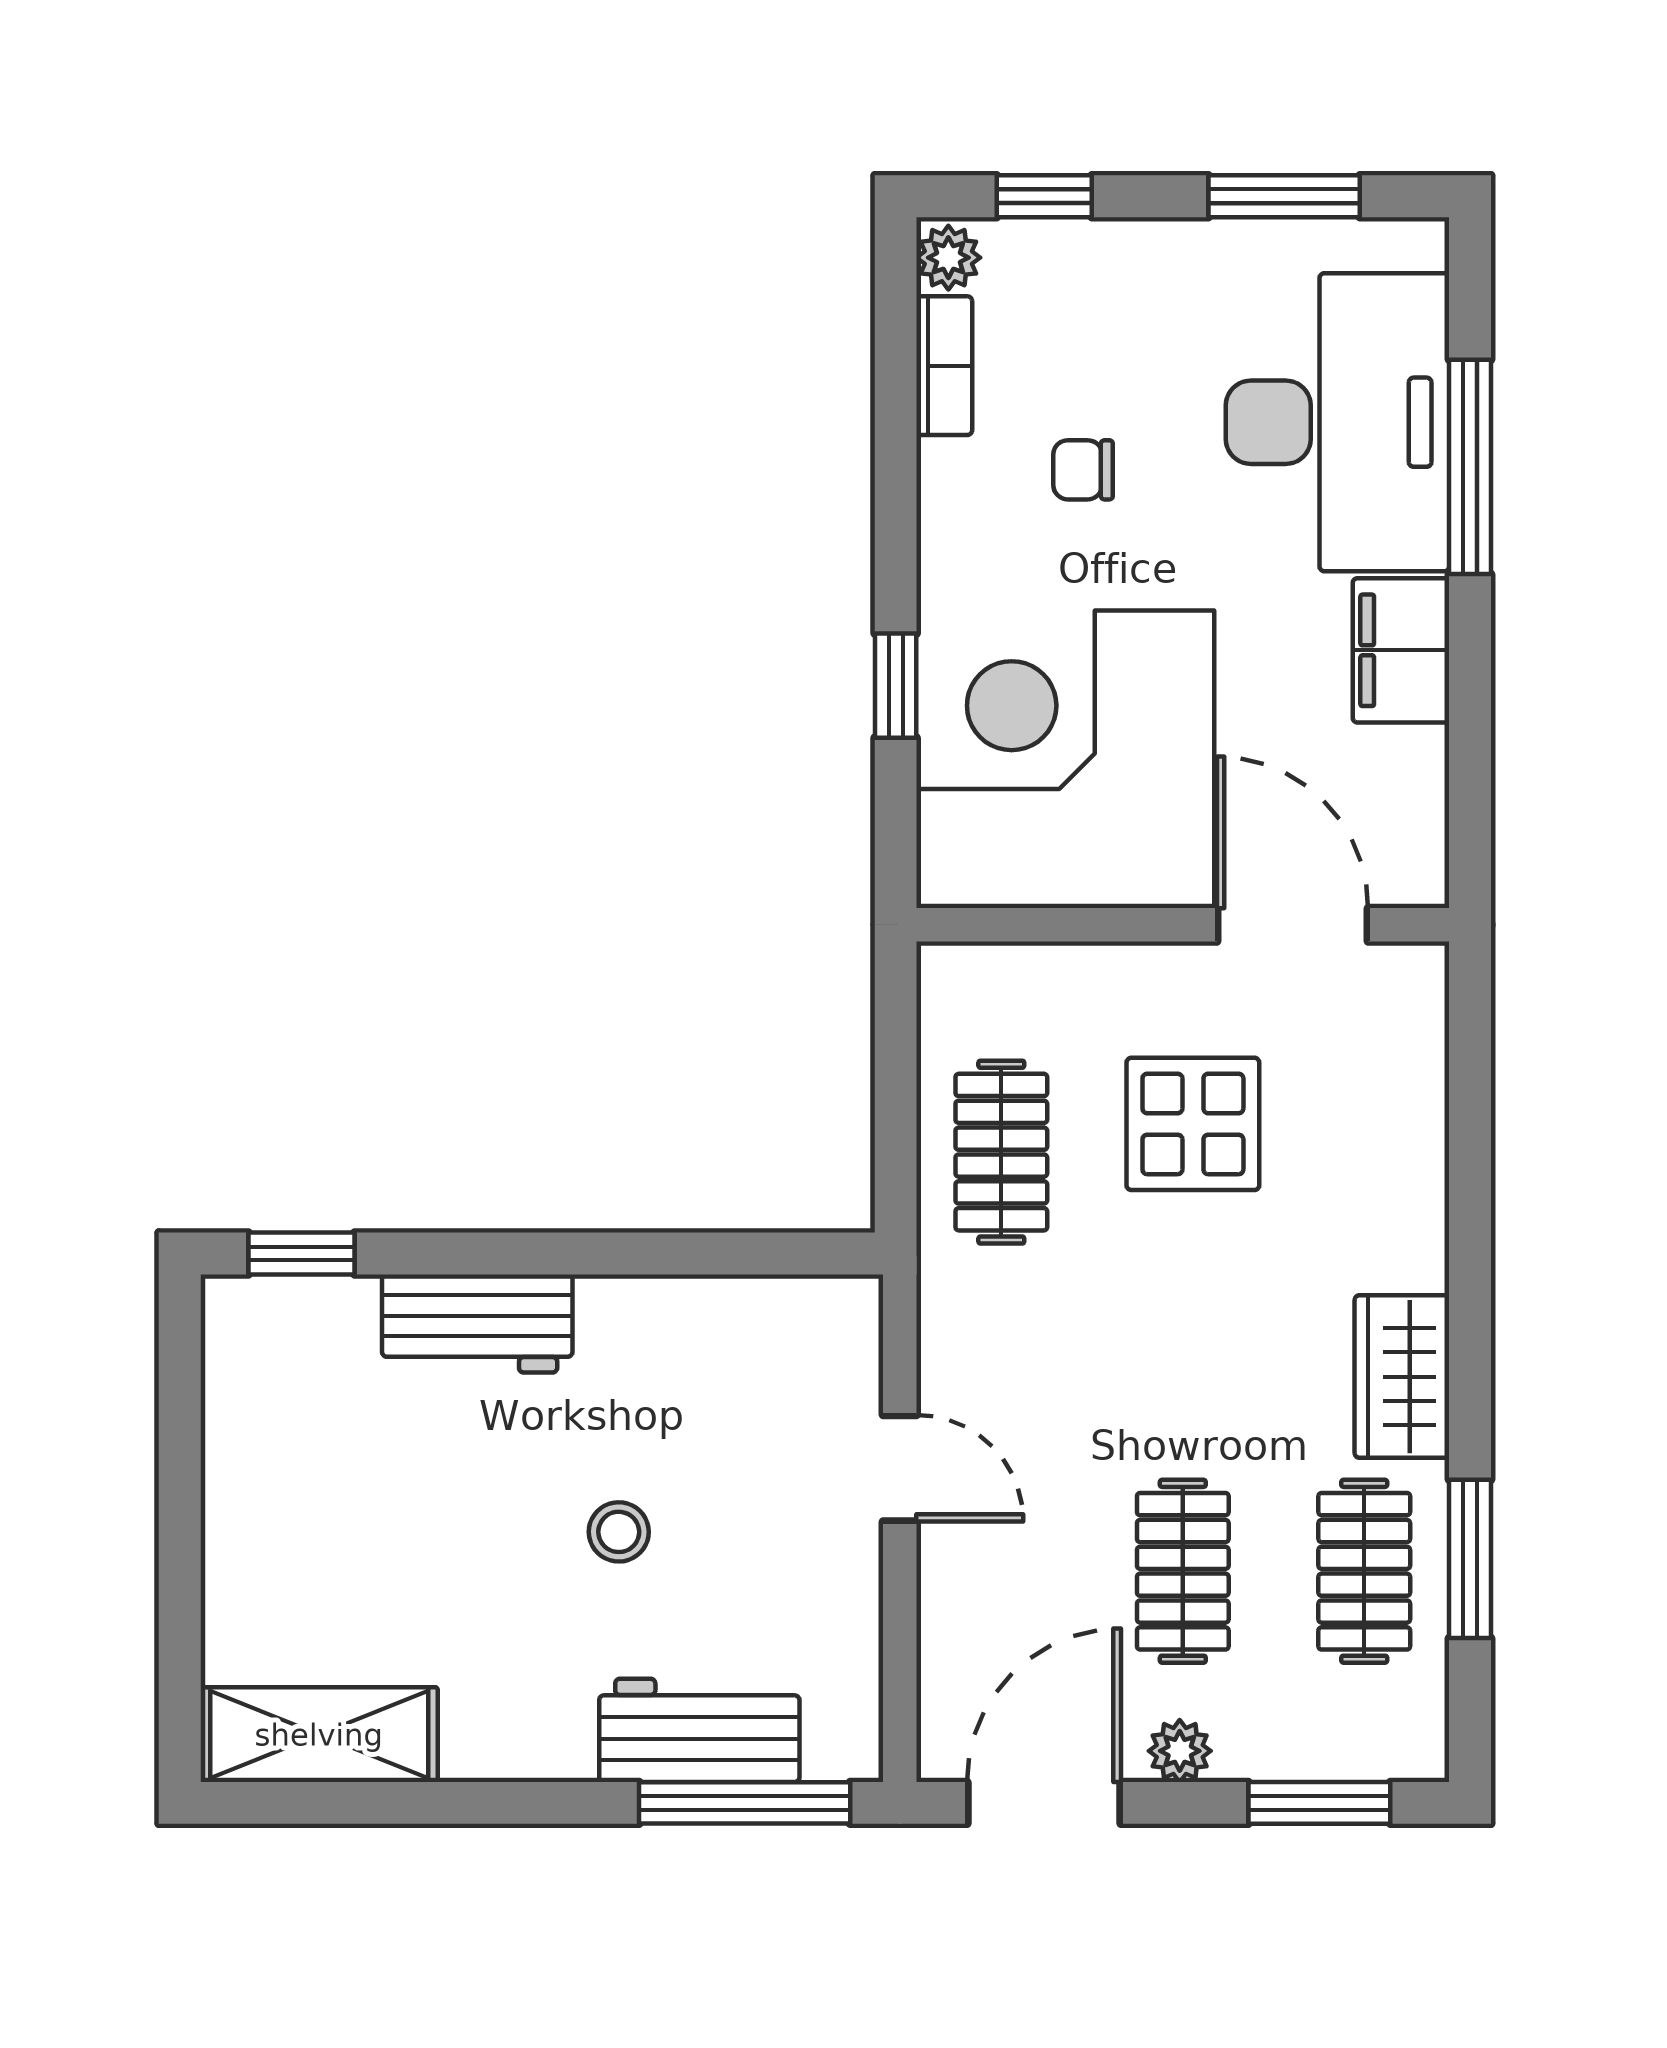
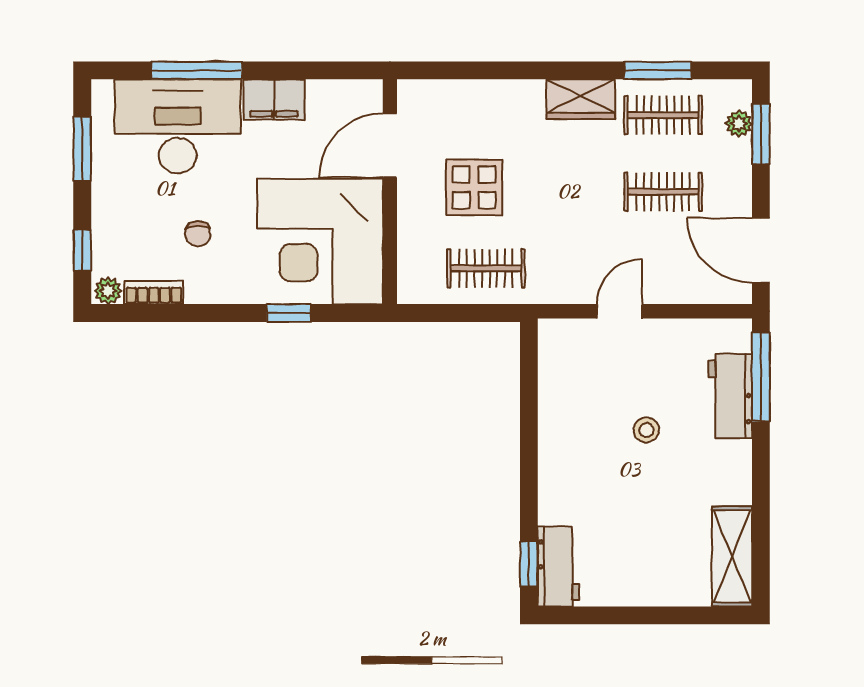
workbench: (477, 1323) -> (558, 566), moved
plant: (1180, 1751) -> (739, 124), moved

